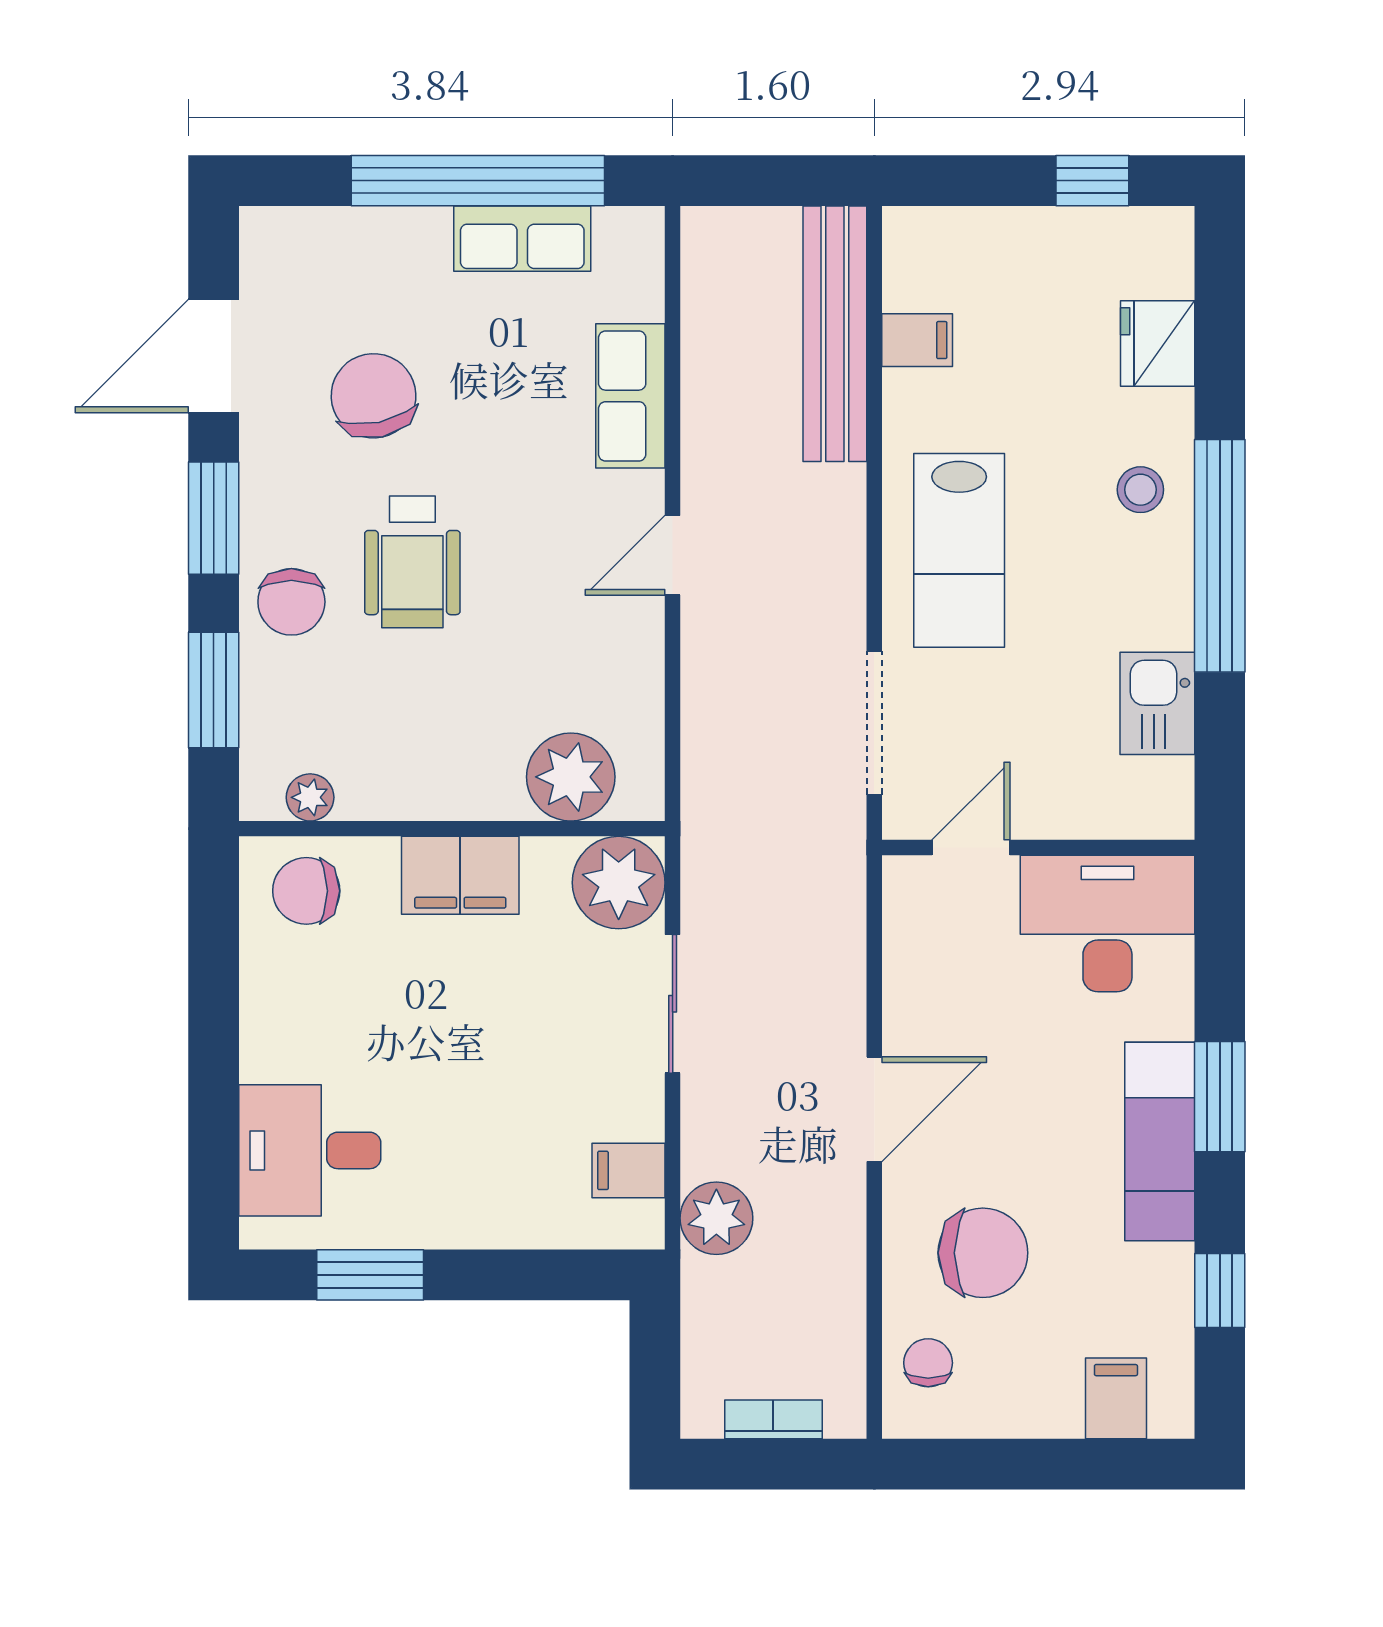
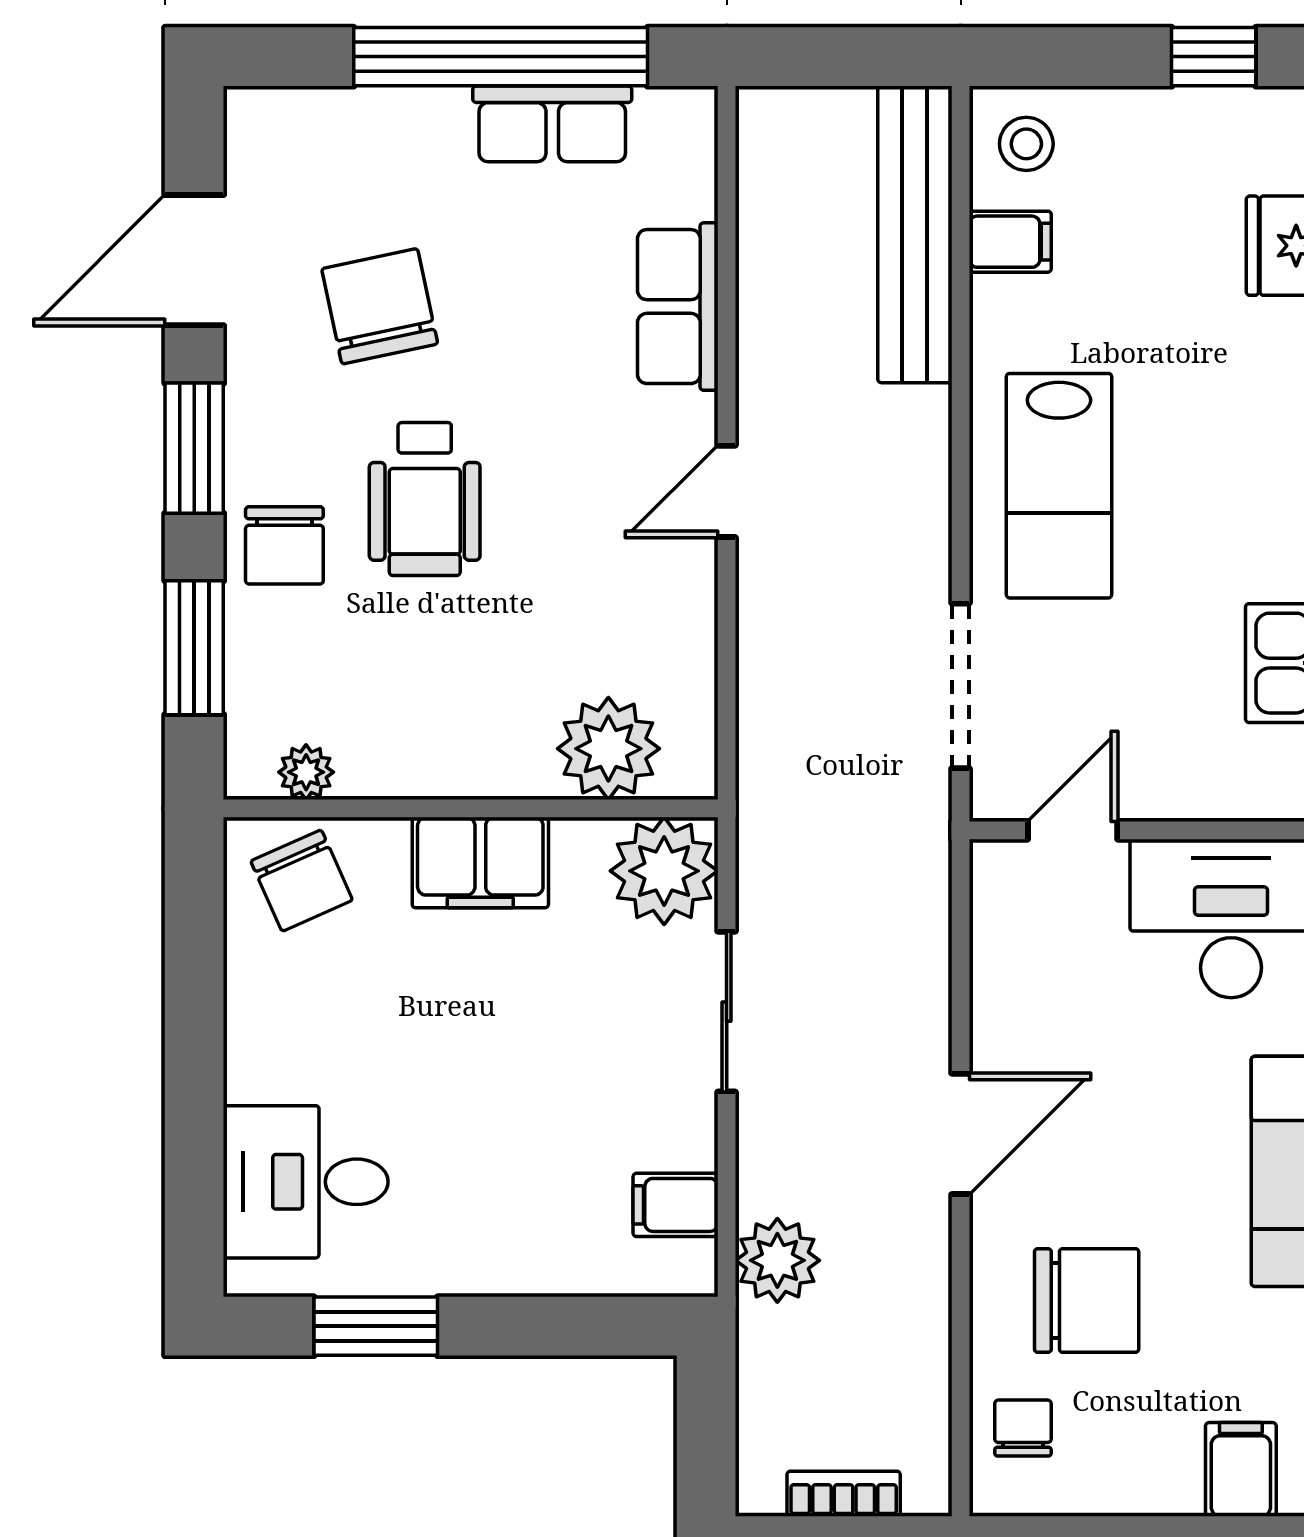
stool: (1140, 490) -> (1026, 144), moved
chair: (306, 891) -> (302, 881), turned -114

